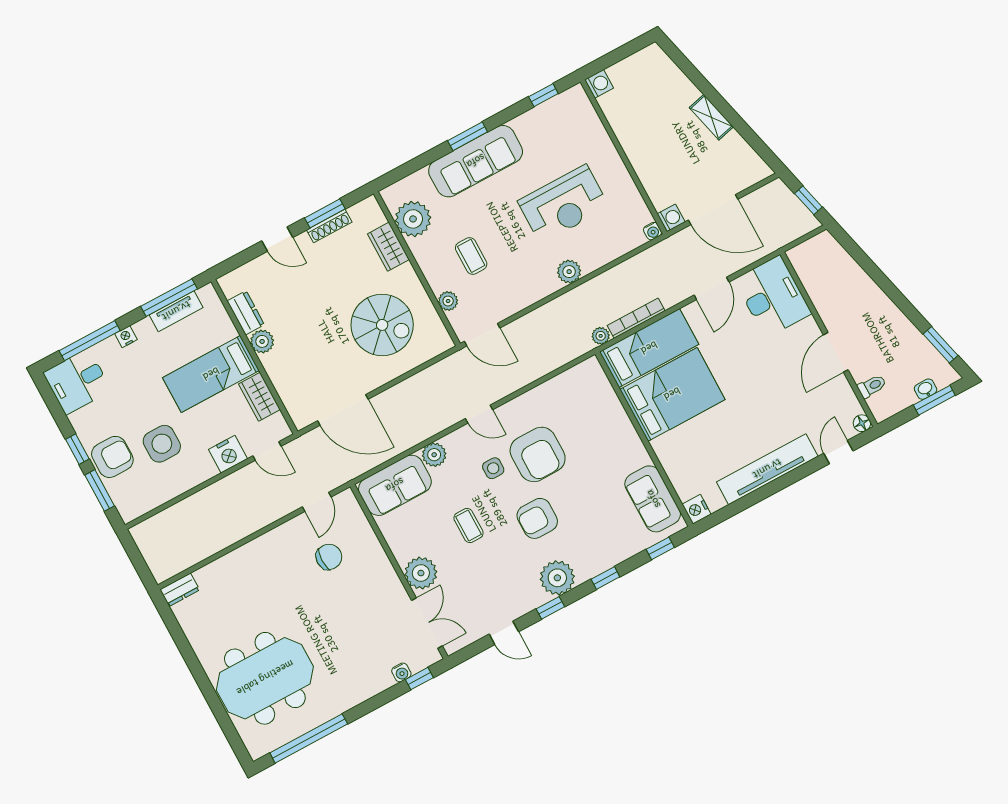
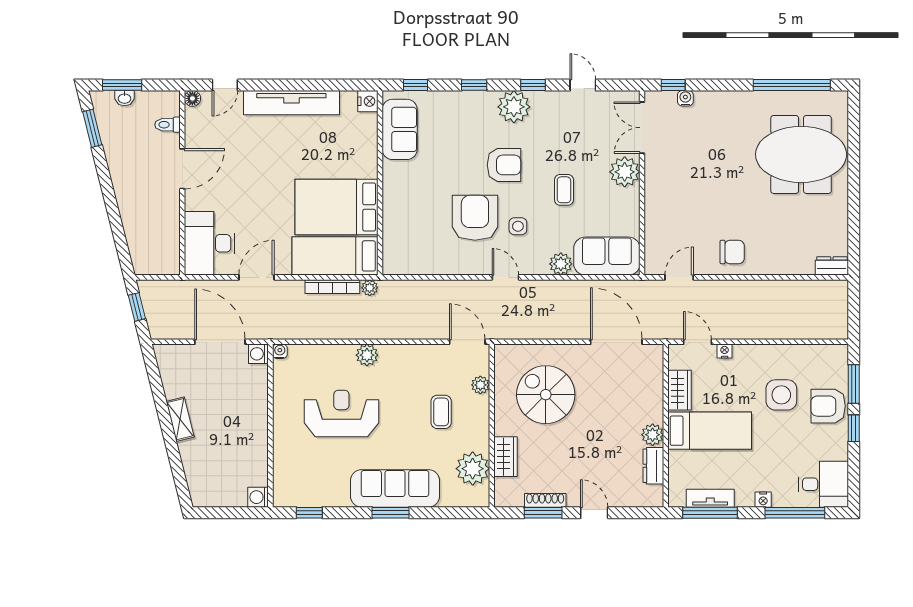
nightstand: (228, 454) -> (725, 351), width x0.53, depth x0.56
chair: (329, 557) -> (732, 252), moved, turned 180

